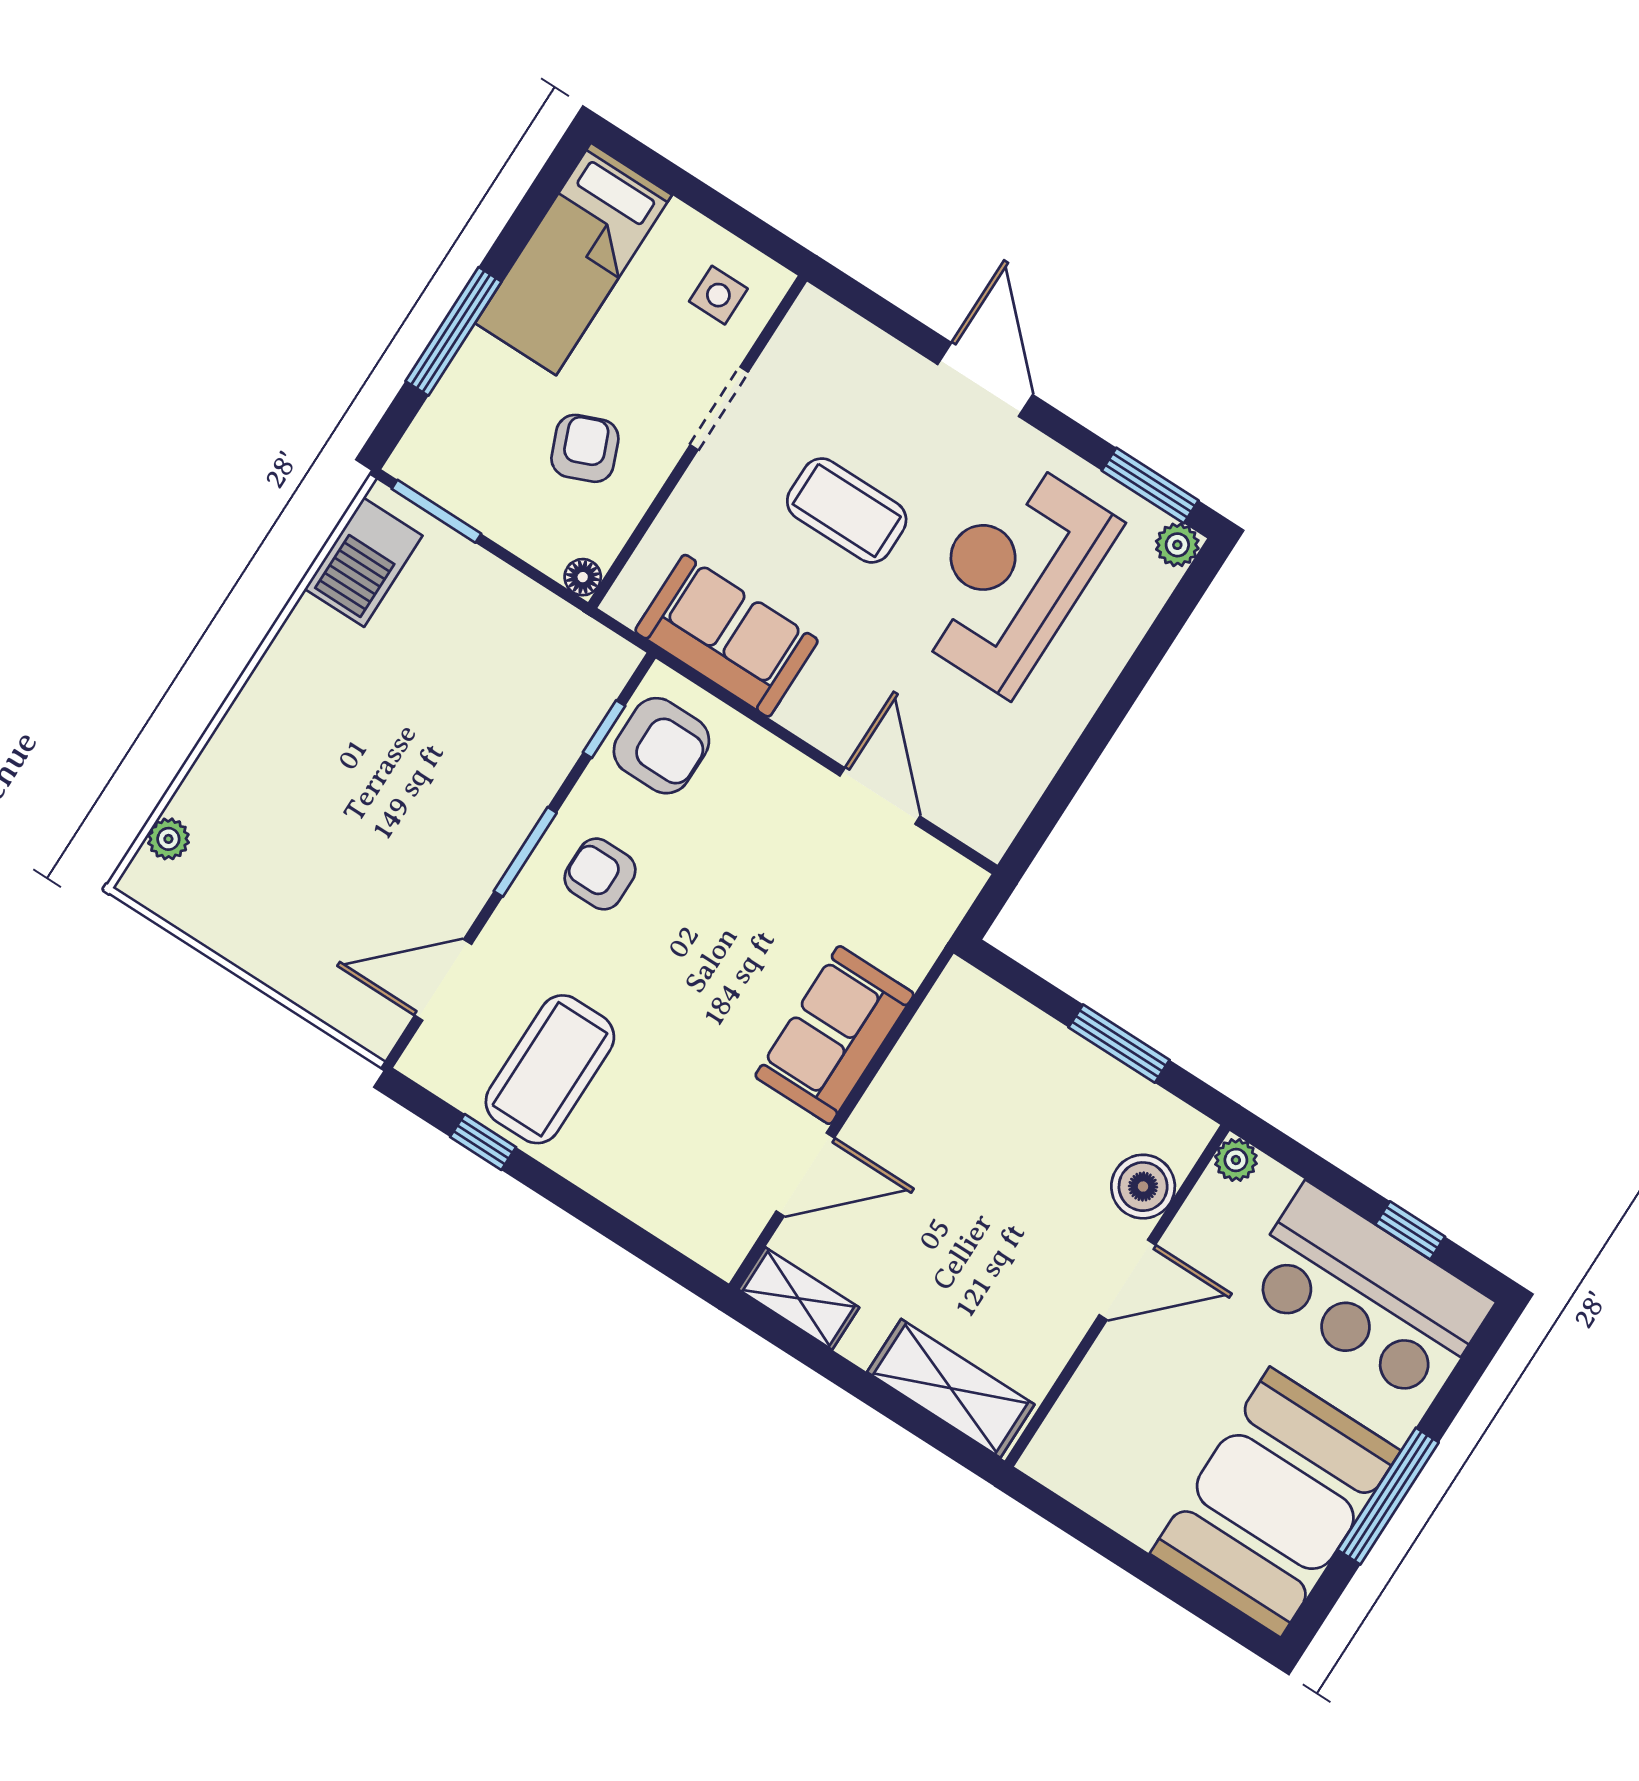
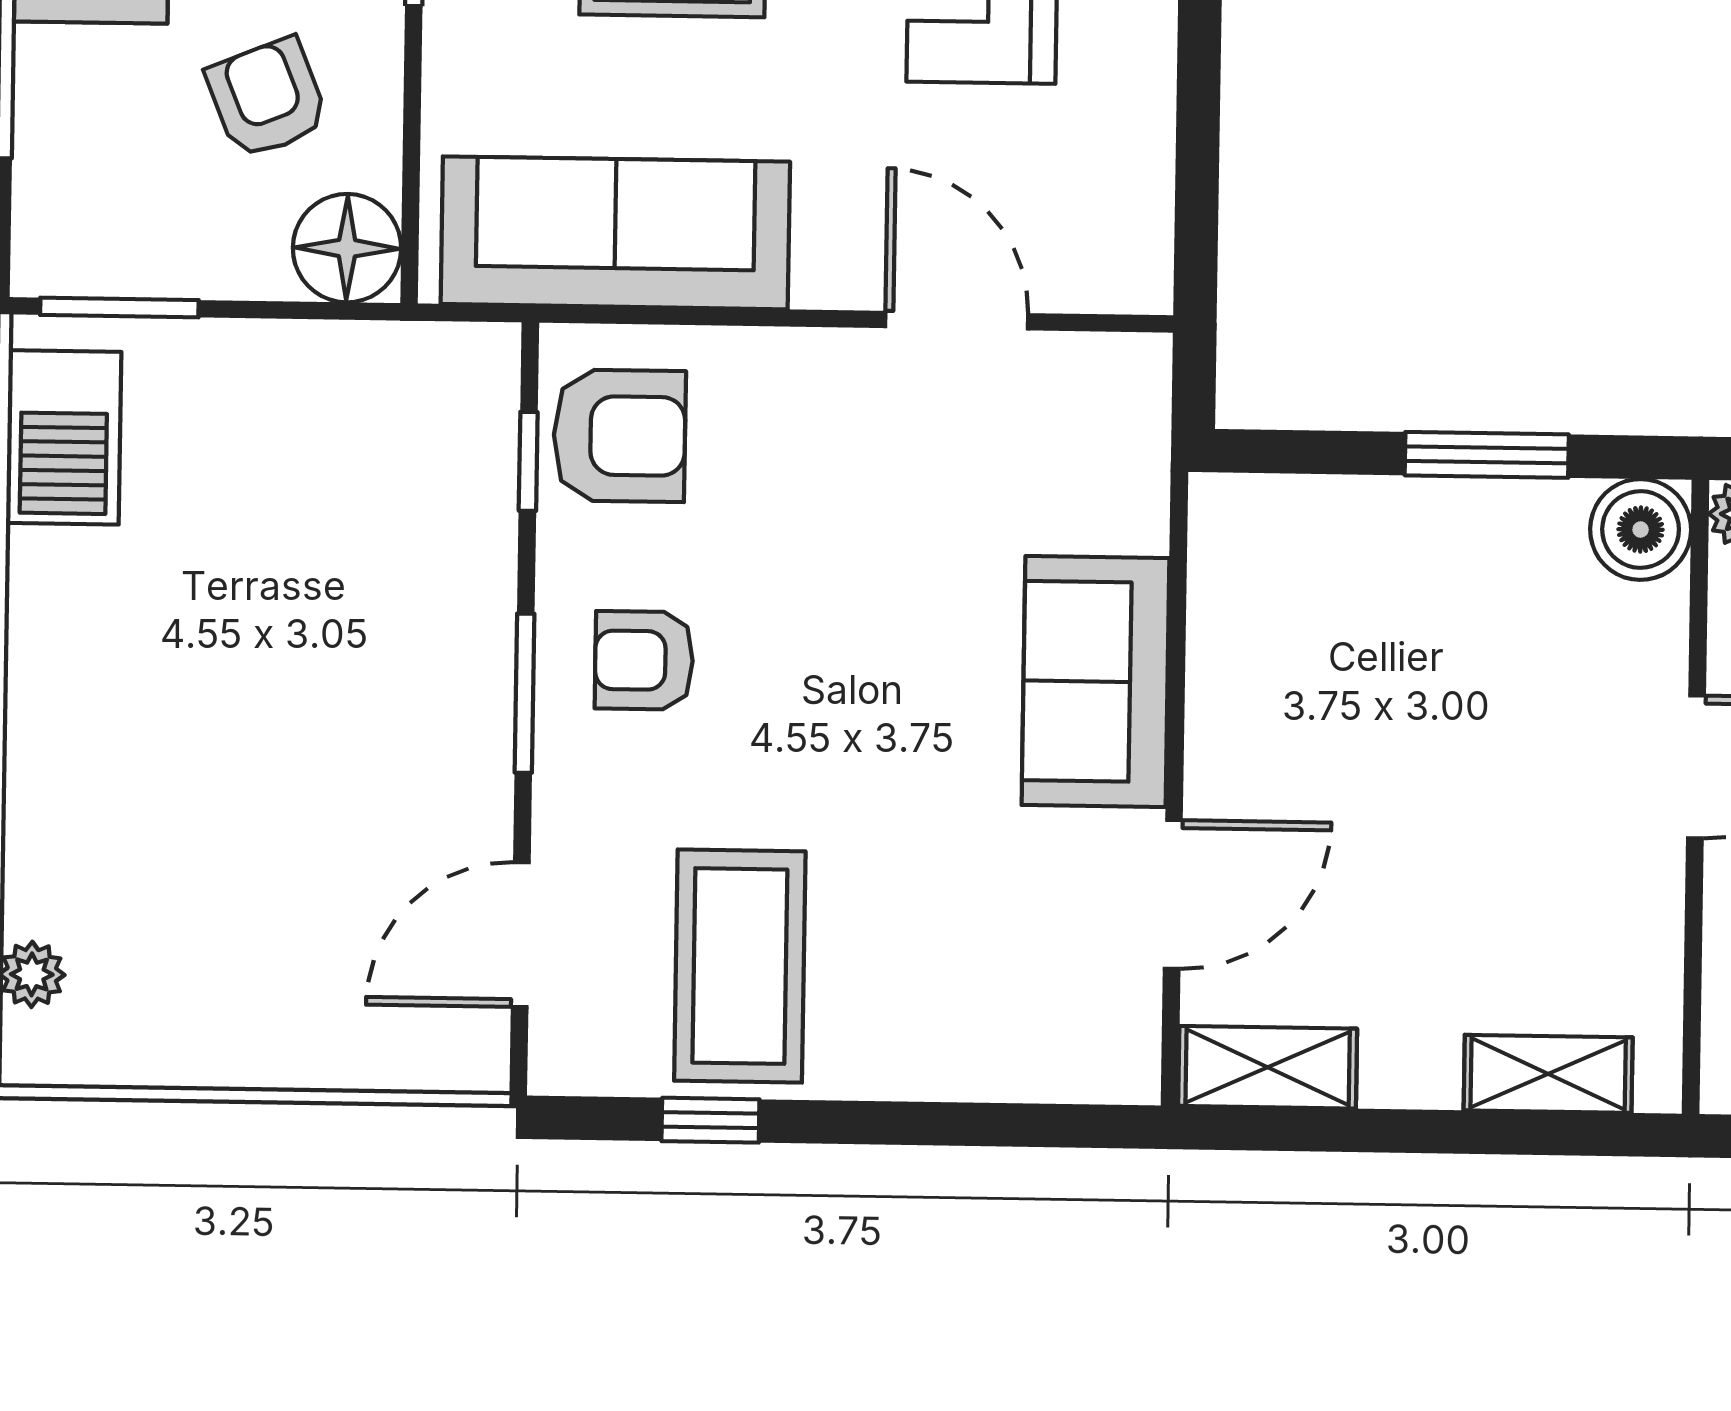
floor lamp: (583, 577) -> (347, 248), width x1.89, depth x1.89
sofa: (726, 636) -> (615, 233), width x1.36
boiler: (1143, 1187) -> (1641, 529), moved
shelving: (951, 1388) -> (1548, 1074), width x0.67, depth x0.75

